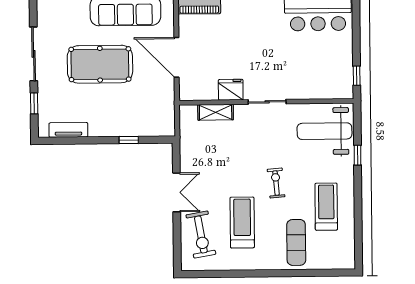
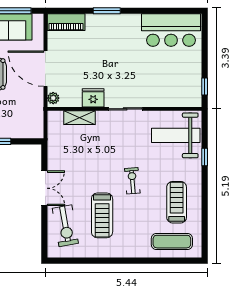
plant: (186, 90) -> (53, 98), added
treadmill: (242, 222) -> (102, 215), turned 180
exercise mat: (296, 242) -> (172, 242), moved, turned 90

